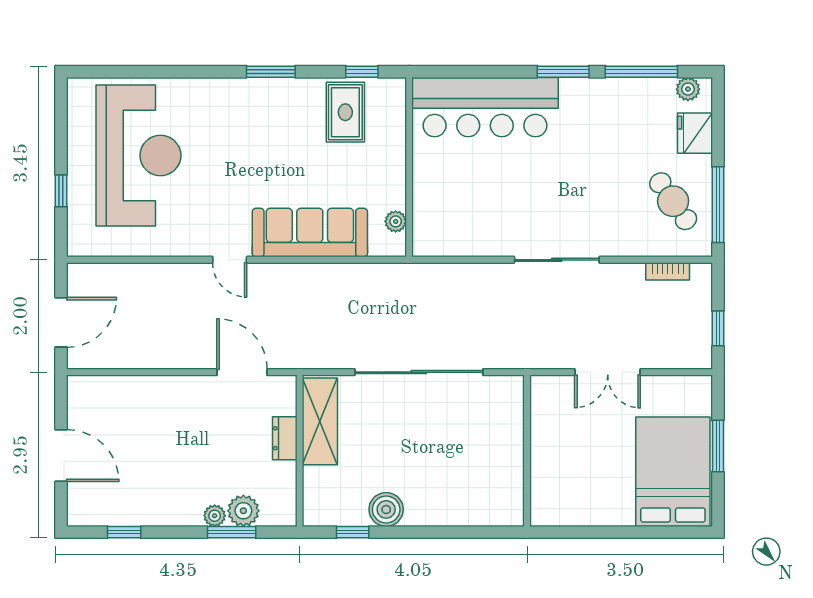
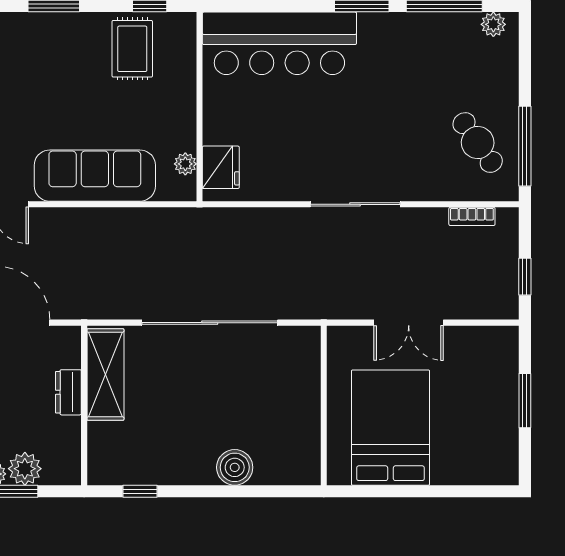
fridge: (695, 133) -> (221, 167), moved, turned 180
bed: (673, 472) -> (391, 428), moved
boiler: (386, 509) -> (235, 467), moved

